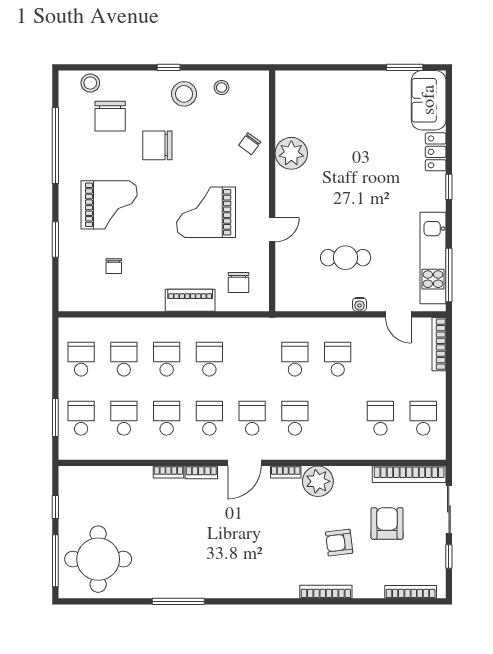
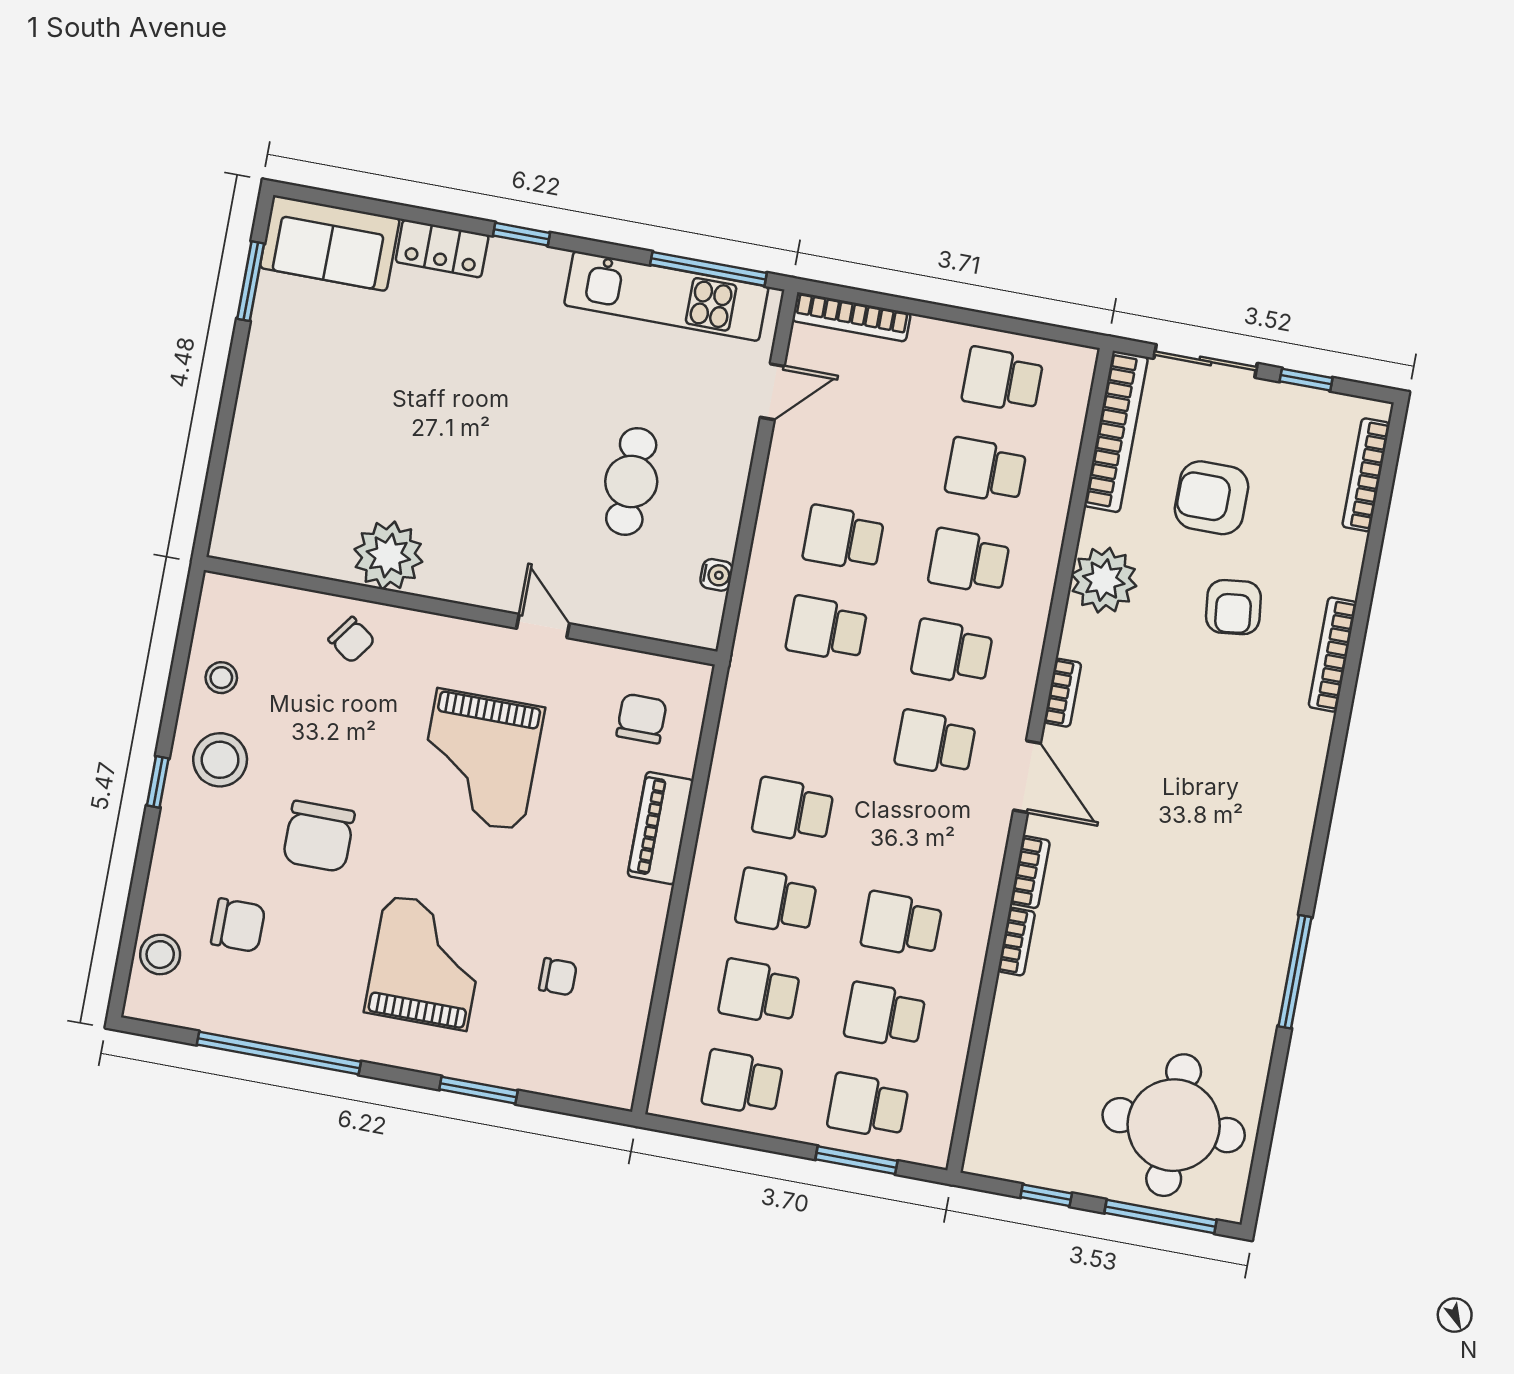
chair: (110, 116) -> (238, 925), width x0.73, depth x0.73
chair: (238, 282) -> (642, 719), turned -90
water cooler: (360, 304) -> (717, 575), moved
school desk: (209, 418) -> (969, 561), moved
plant: (318, 481) -> (1104, 580), moved

